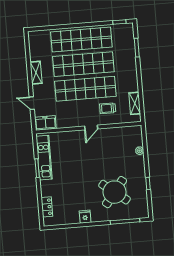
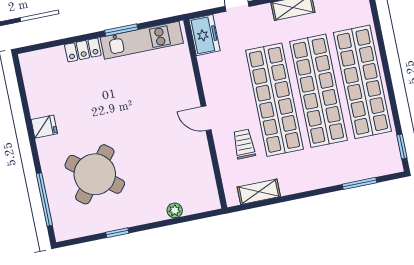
locker: (47, 207) -> (83, 50), moved

